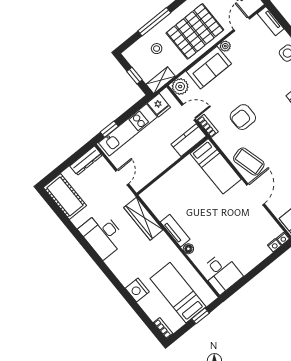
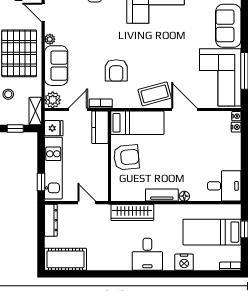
armchair: (182, 180) -> (126, 157), added
desk: (103, 235) -> (147, 254), moved, width x0.73

